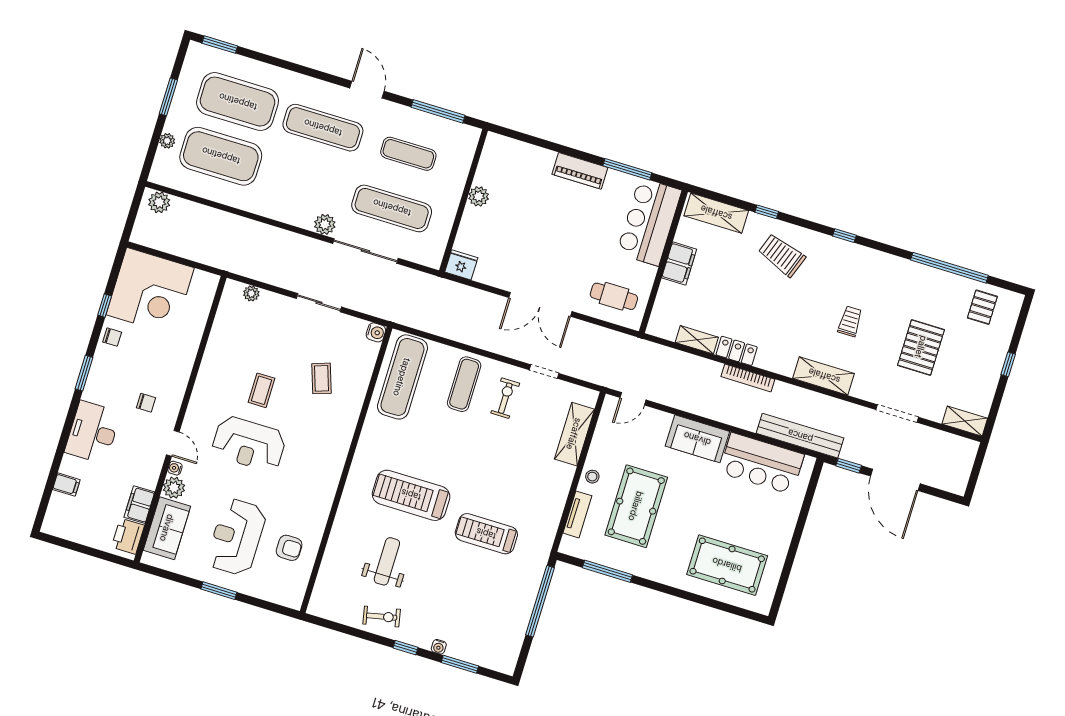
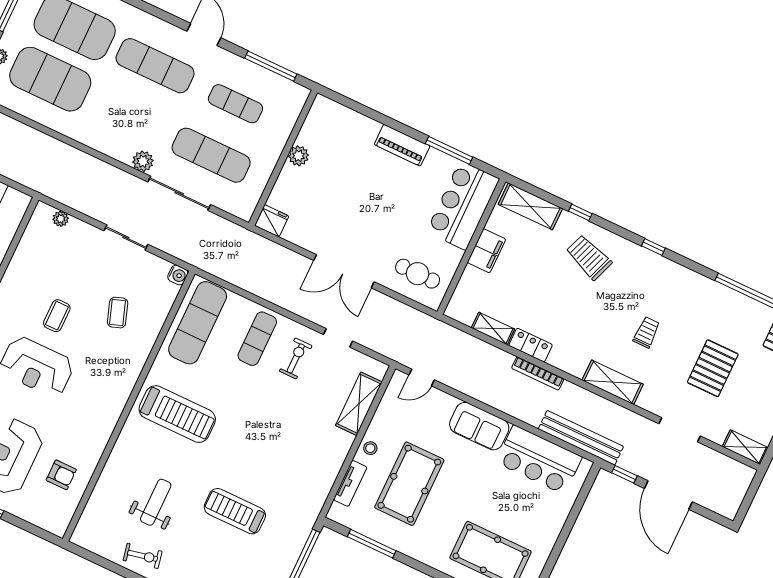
treadmill: (411, 495) -> (177, 414), moved, turned 180
treadmill: (486, 534) -> (235, 511), moved

